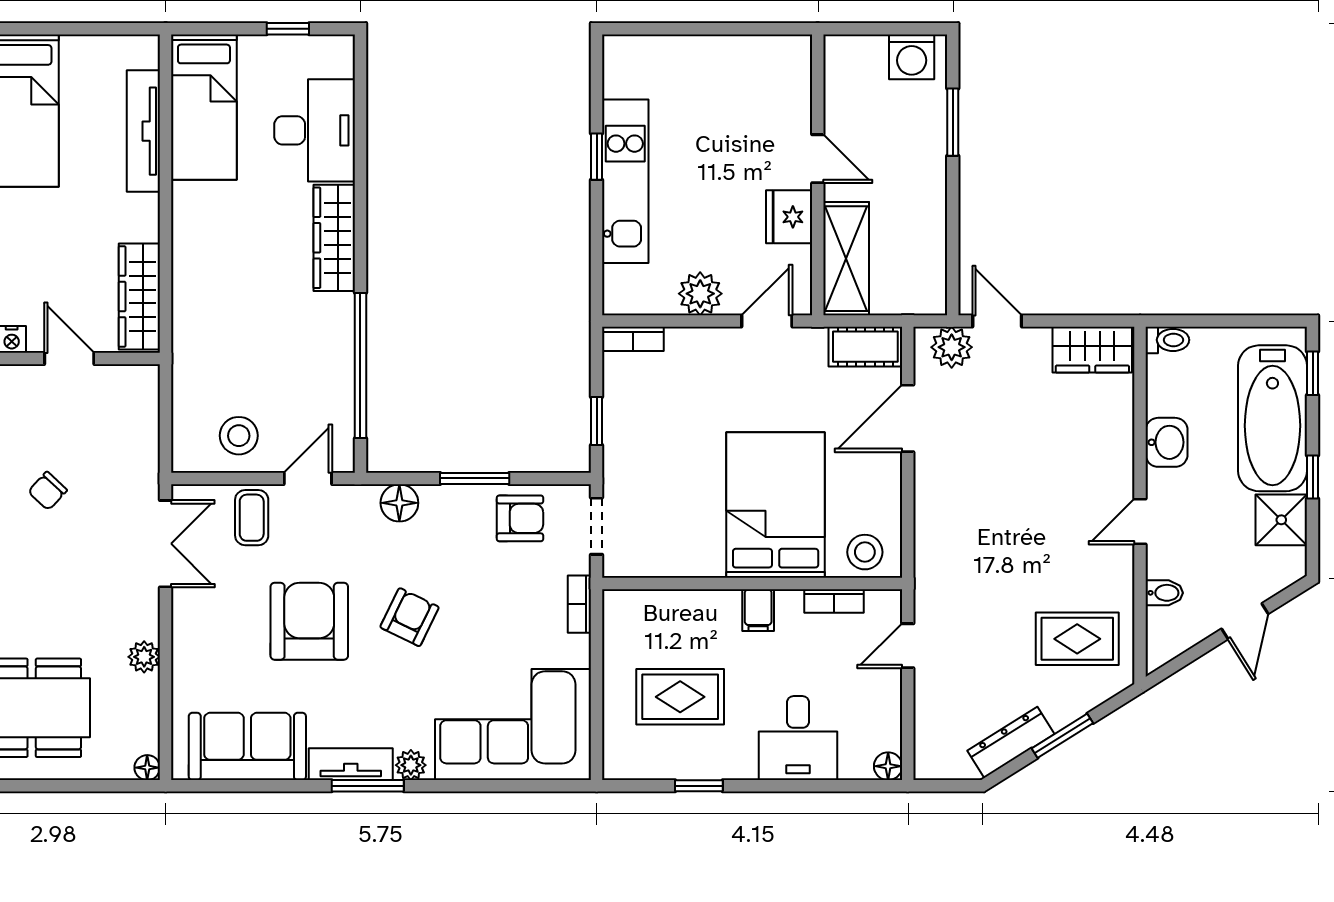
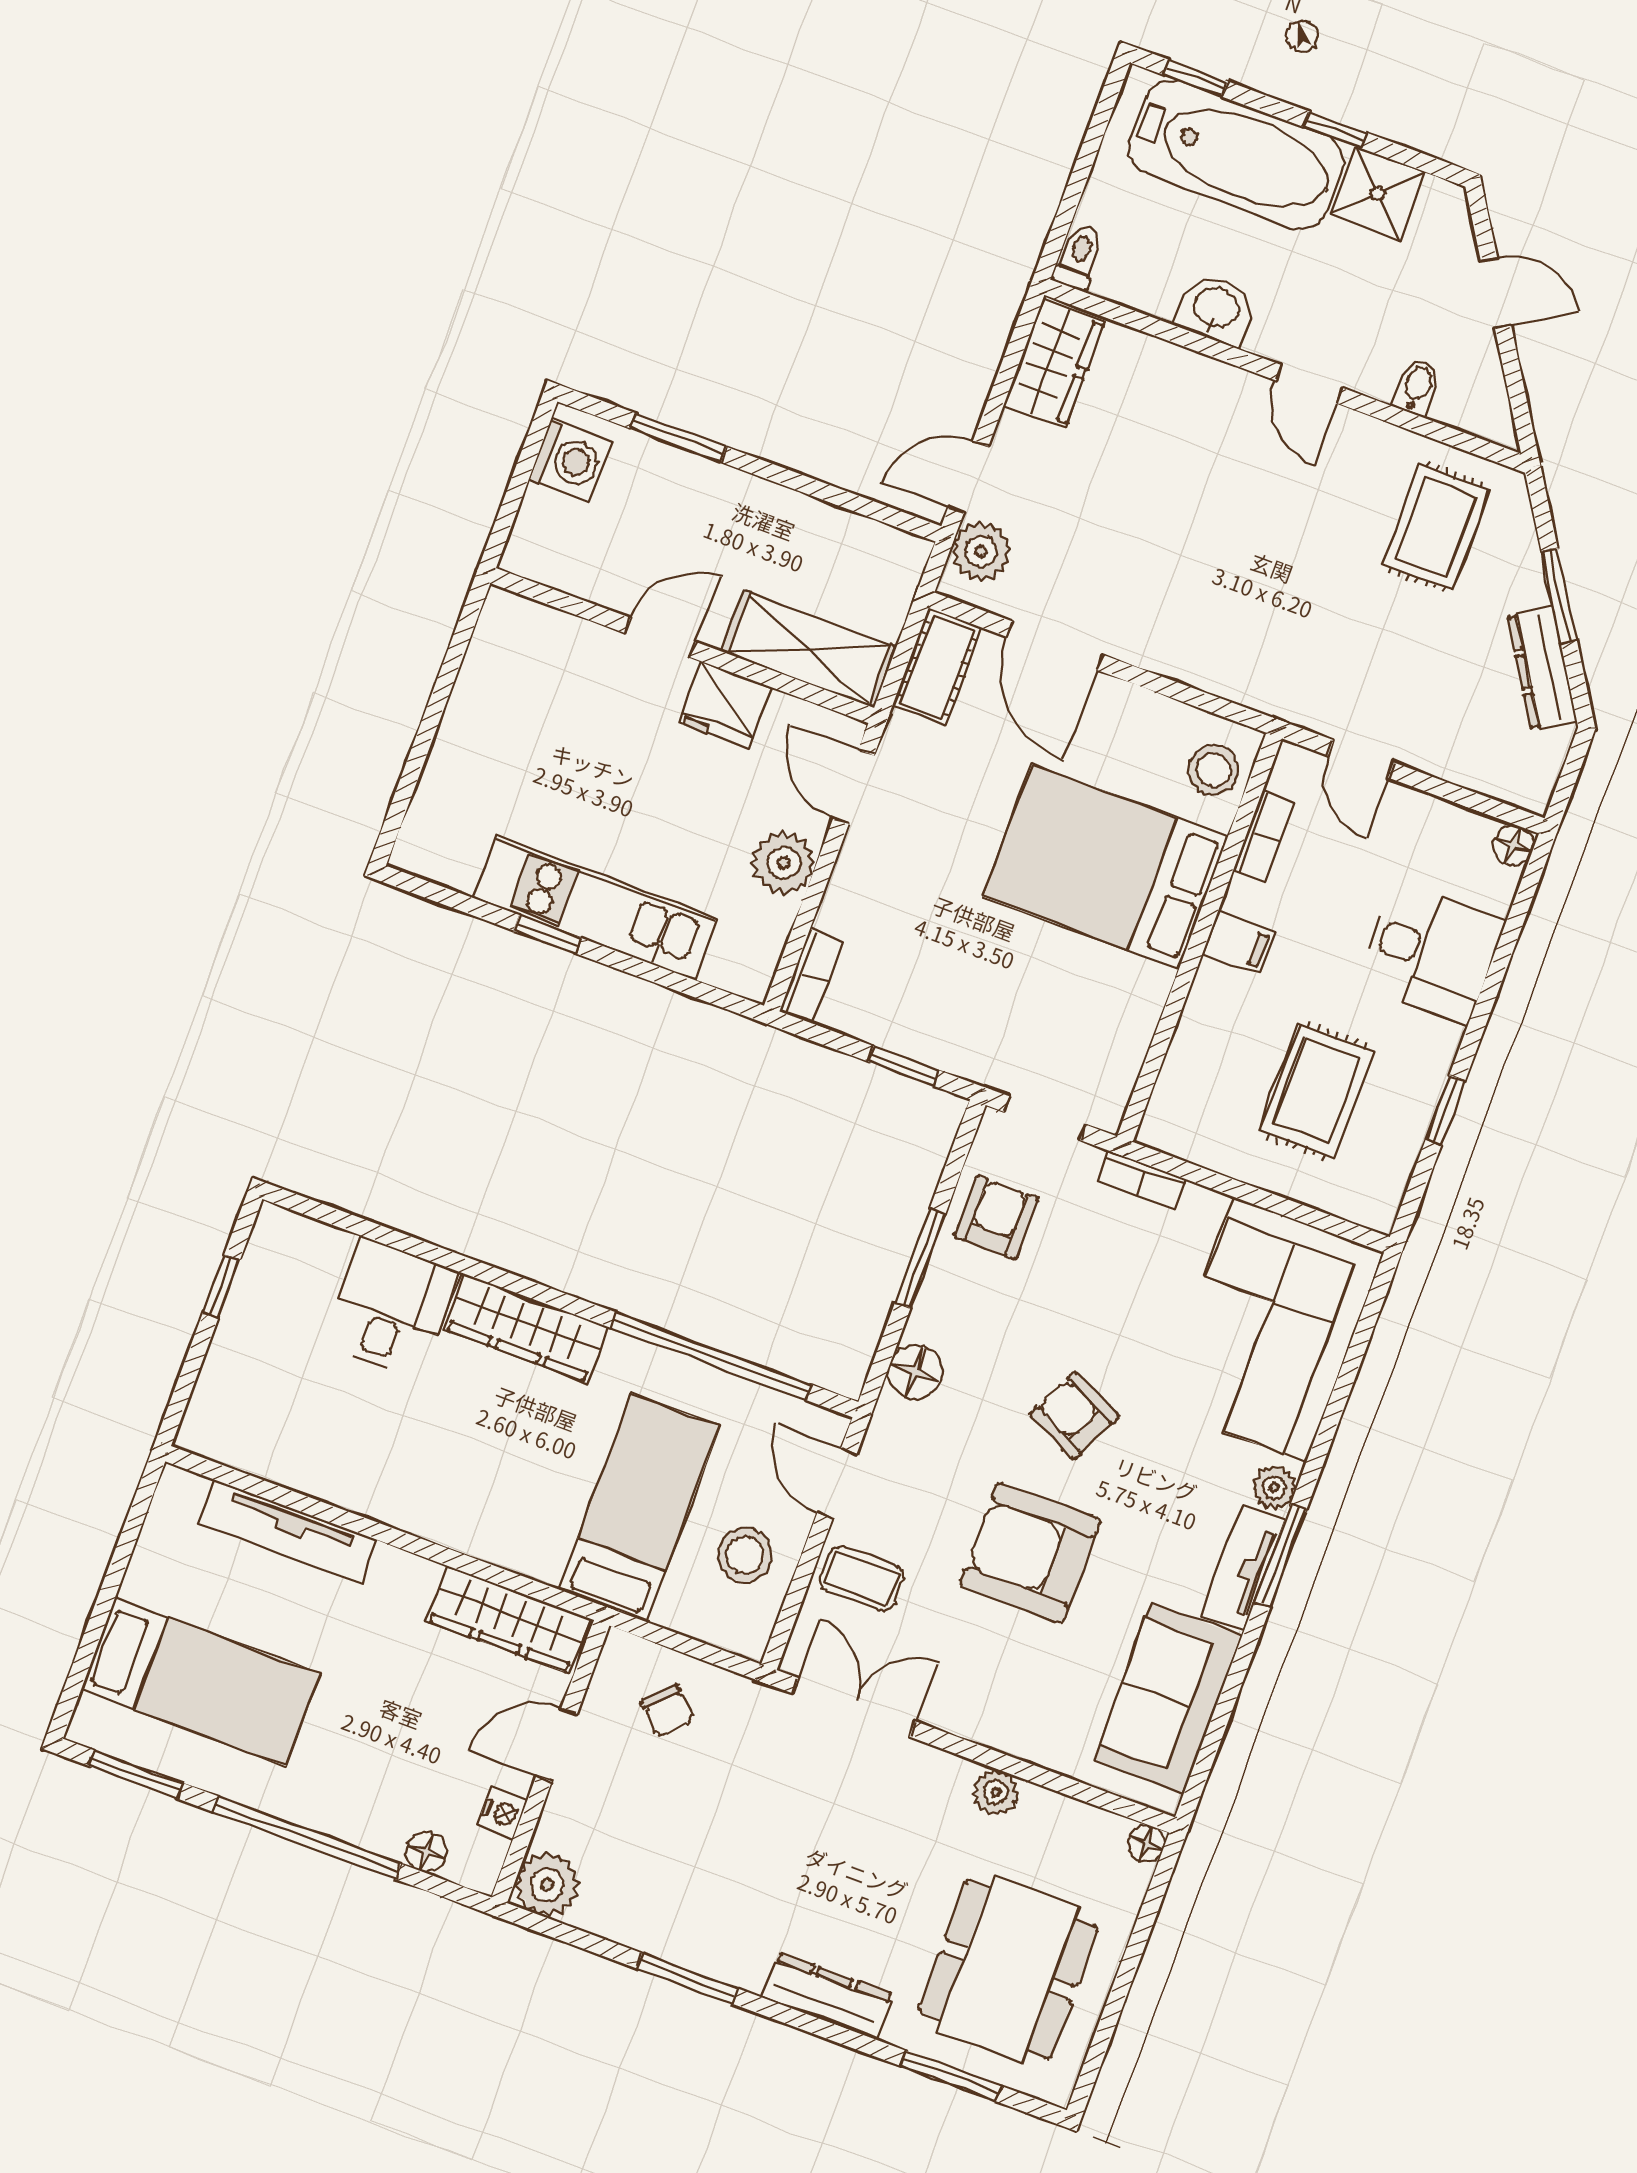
bed: (204, 107) -> (639, 1508), moved, turned -90
desk: (315, 130) -> (390, 1308), width x0.73
chair: (48, 491) -> (668, 1711), moved

